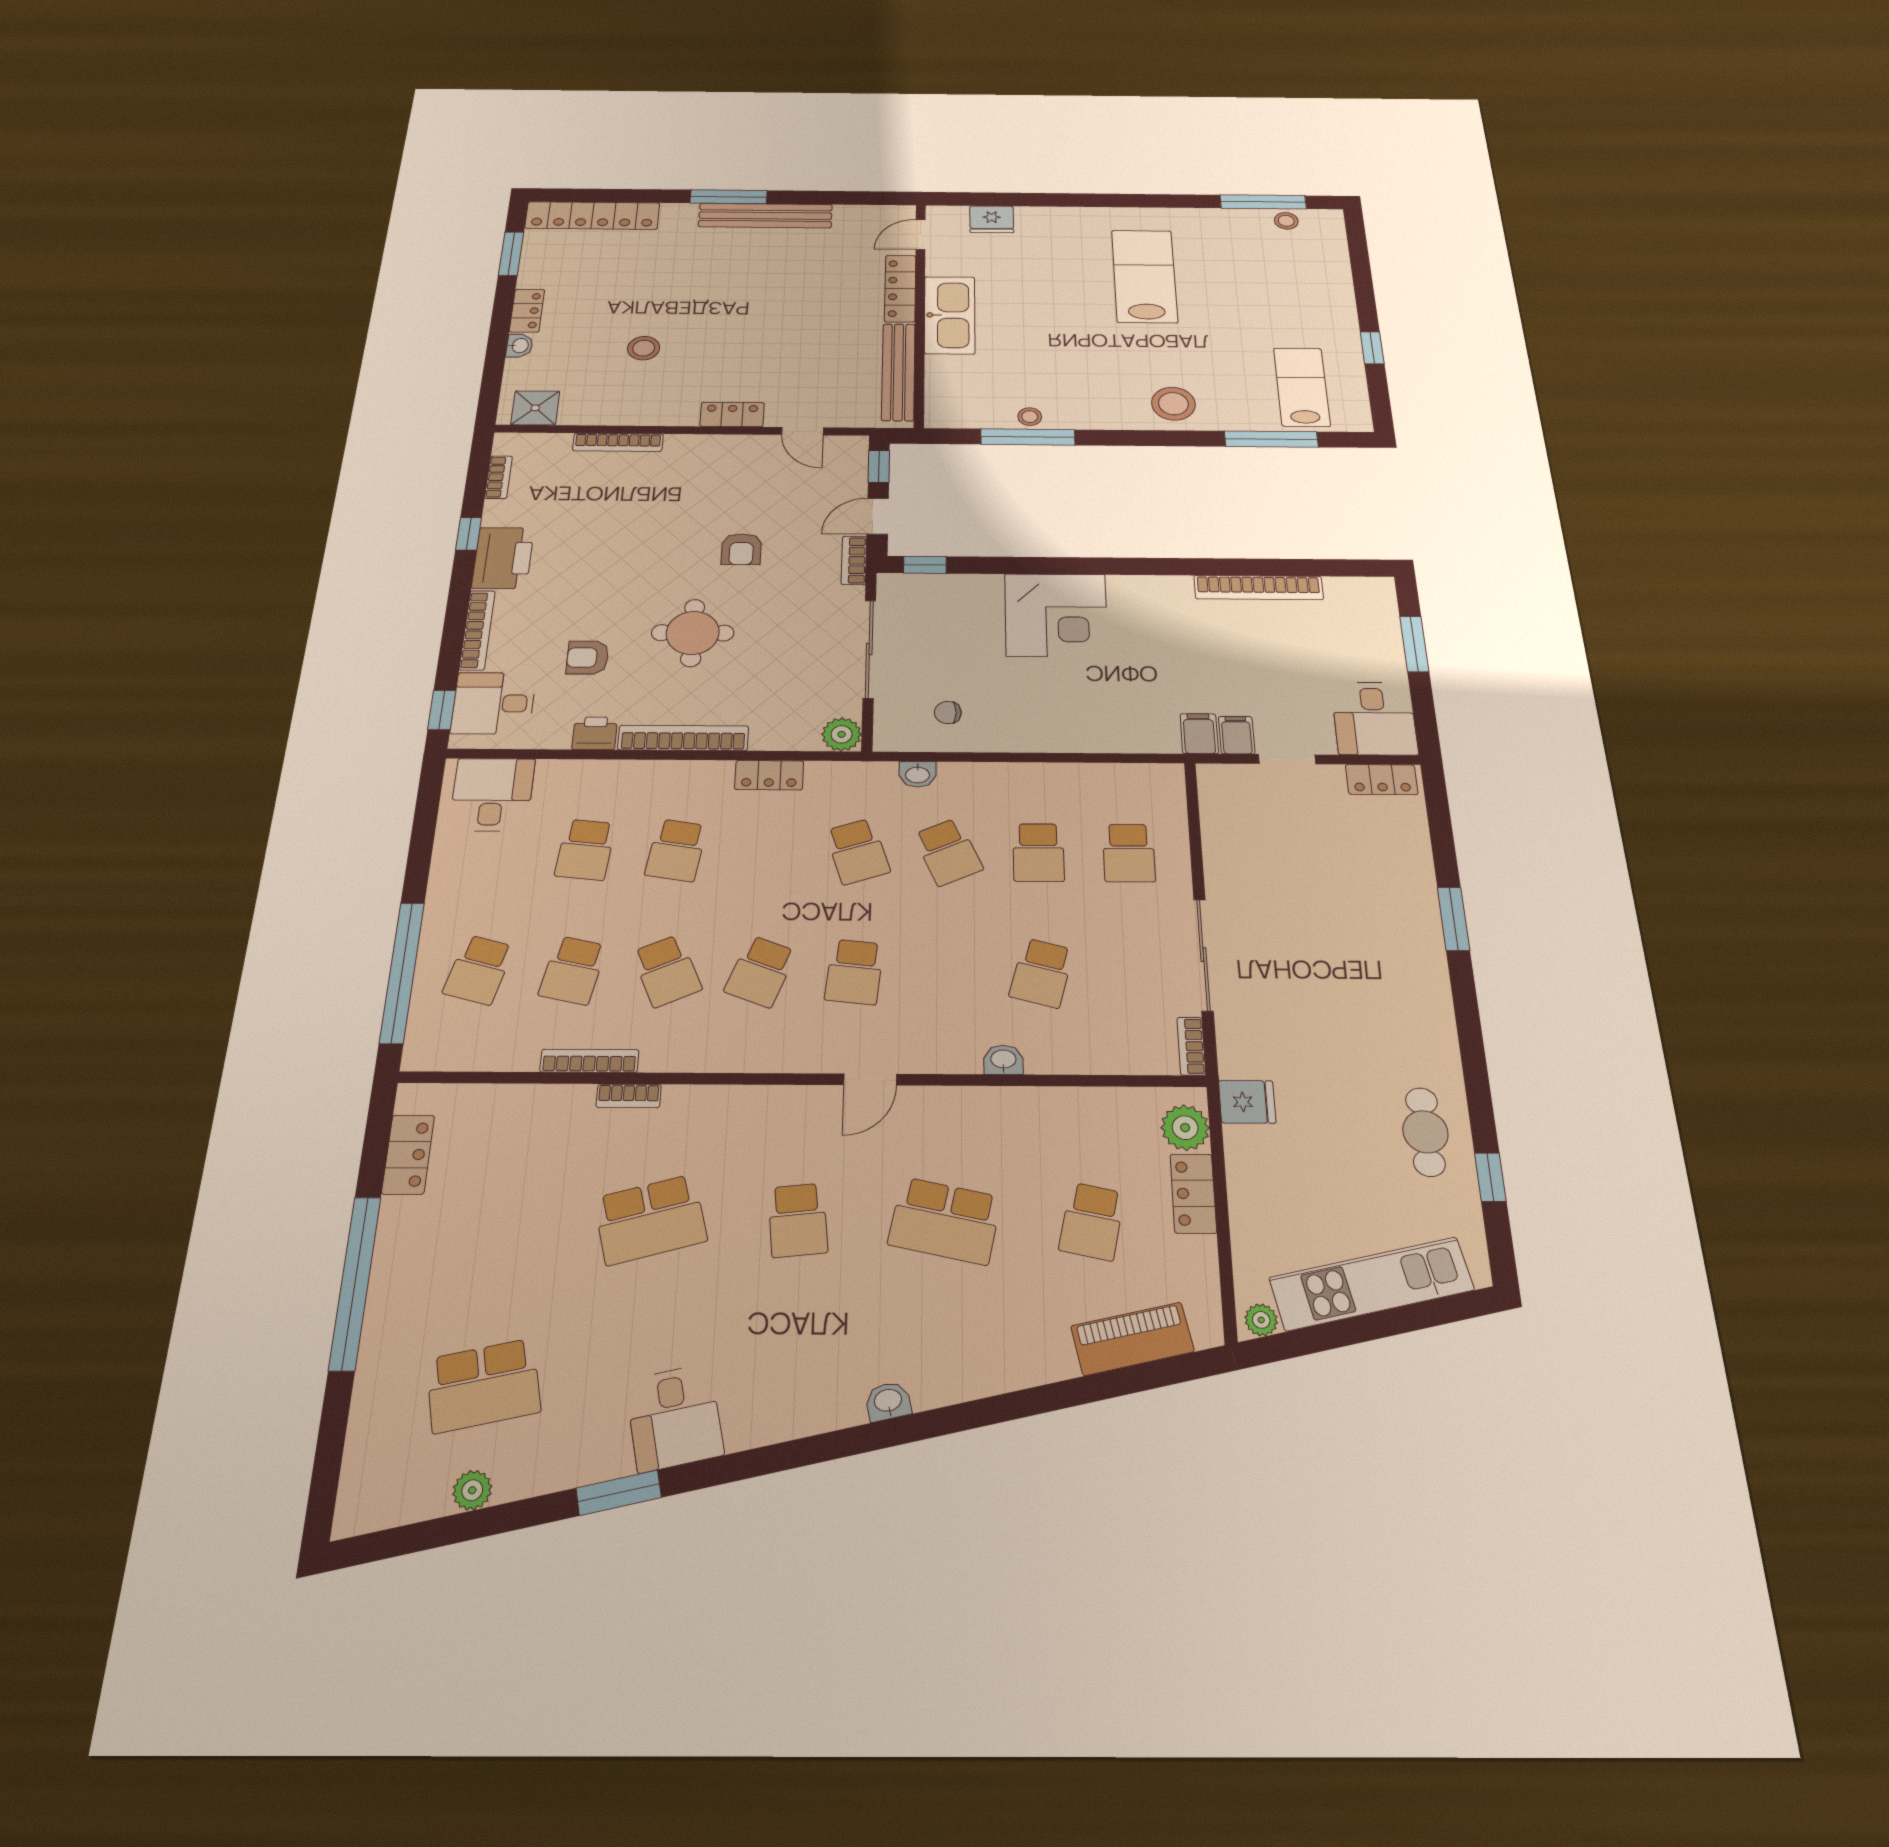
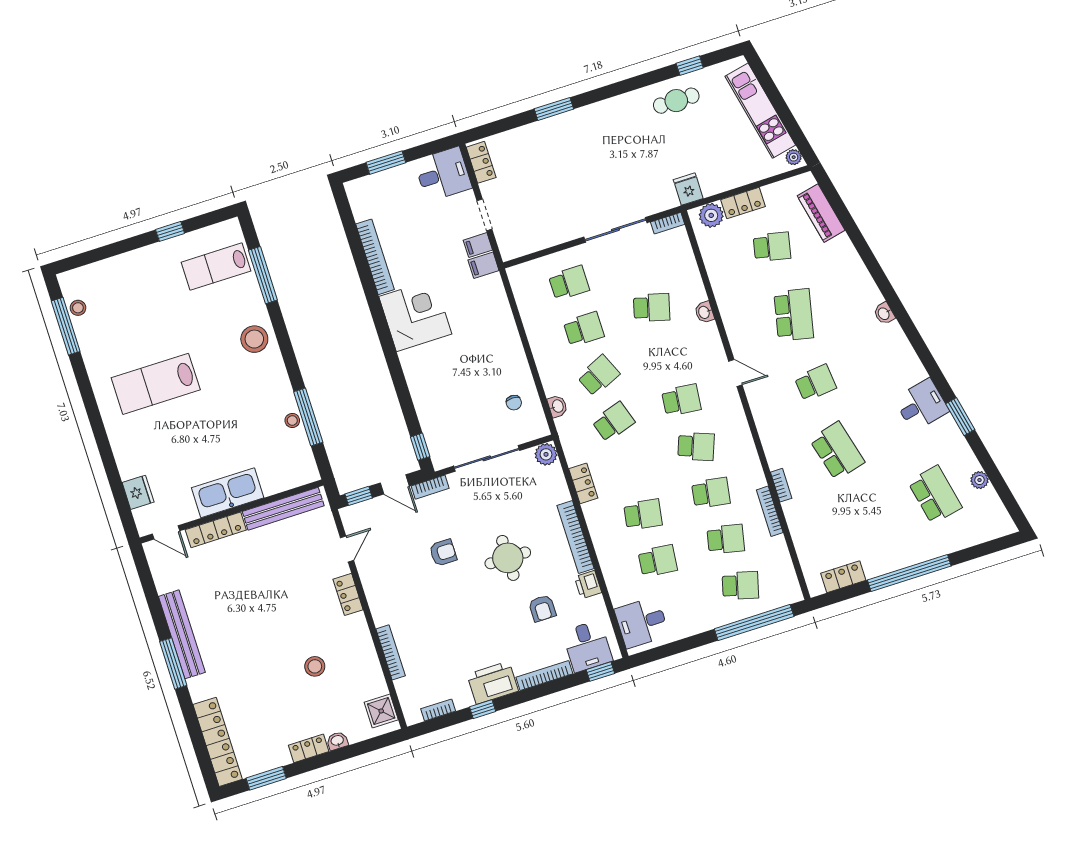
corner desk: (1056, 615) -> (415, 315), moved
school desk: (667, 971) -> (711, 493), turned 33

